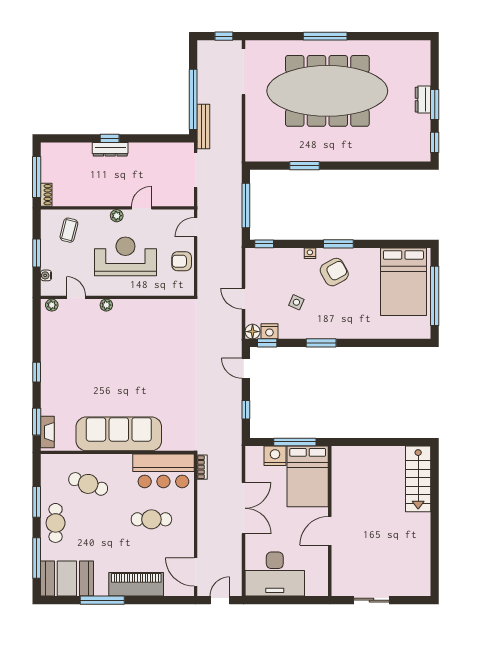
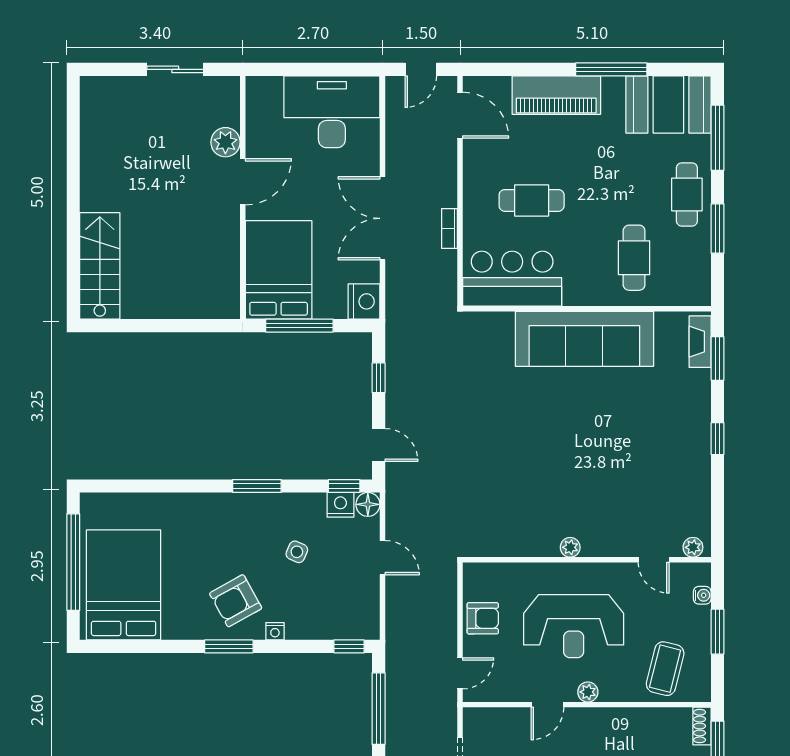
coffee table: (69, 230) -> (665, 669), width x1.36, depth x1.30
plant: (106, 305) -> (570, 547), moved
nightstand: (275, 456) -> (364, 301), moved, turned -90
bookcase: (202, 467) -> (449, 229), moved
cafe table: (88, 484) -> (634, 258), turned 70
plant: (340, 555) -> (225, 142), added

